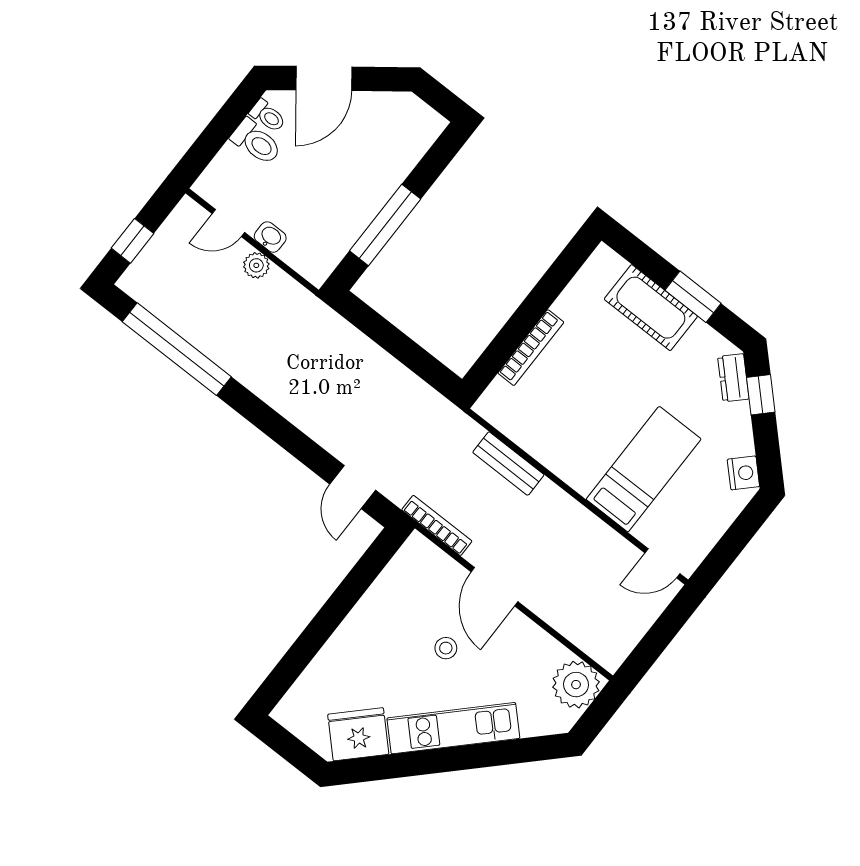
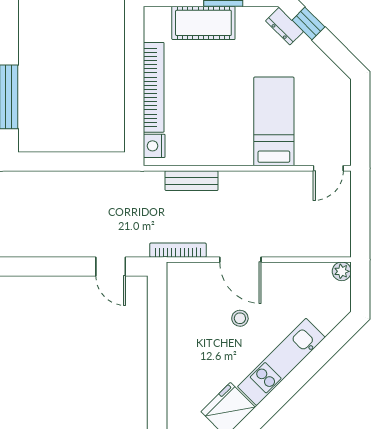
bookcase: (531, 348) -> (154, 87), width x1.48, depth x1.31
nightstand: (743, 473) -> (154, 146), moved, turned -135
plant: (576, 685) -> (342, 271), width x0.53, depth x0.53

